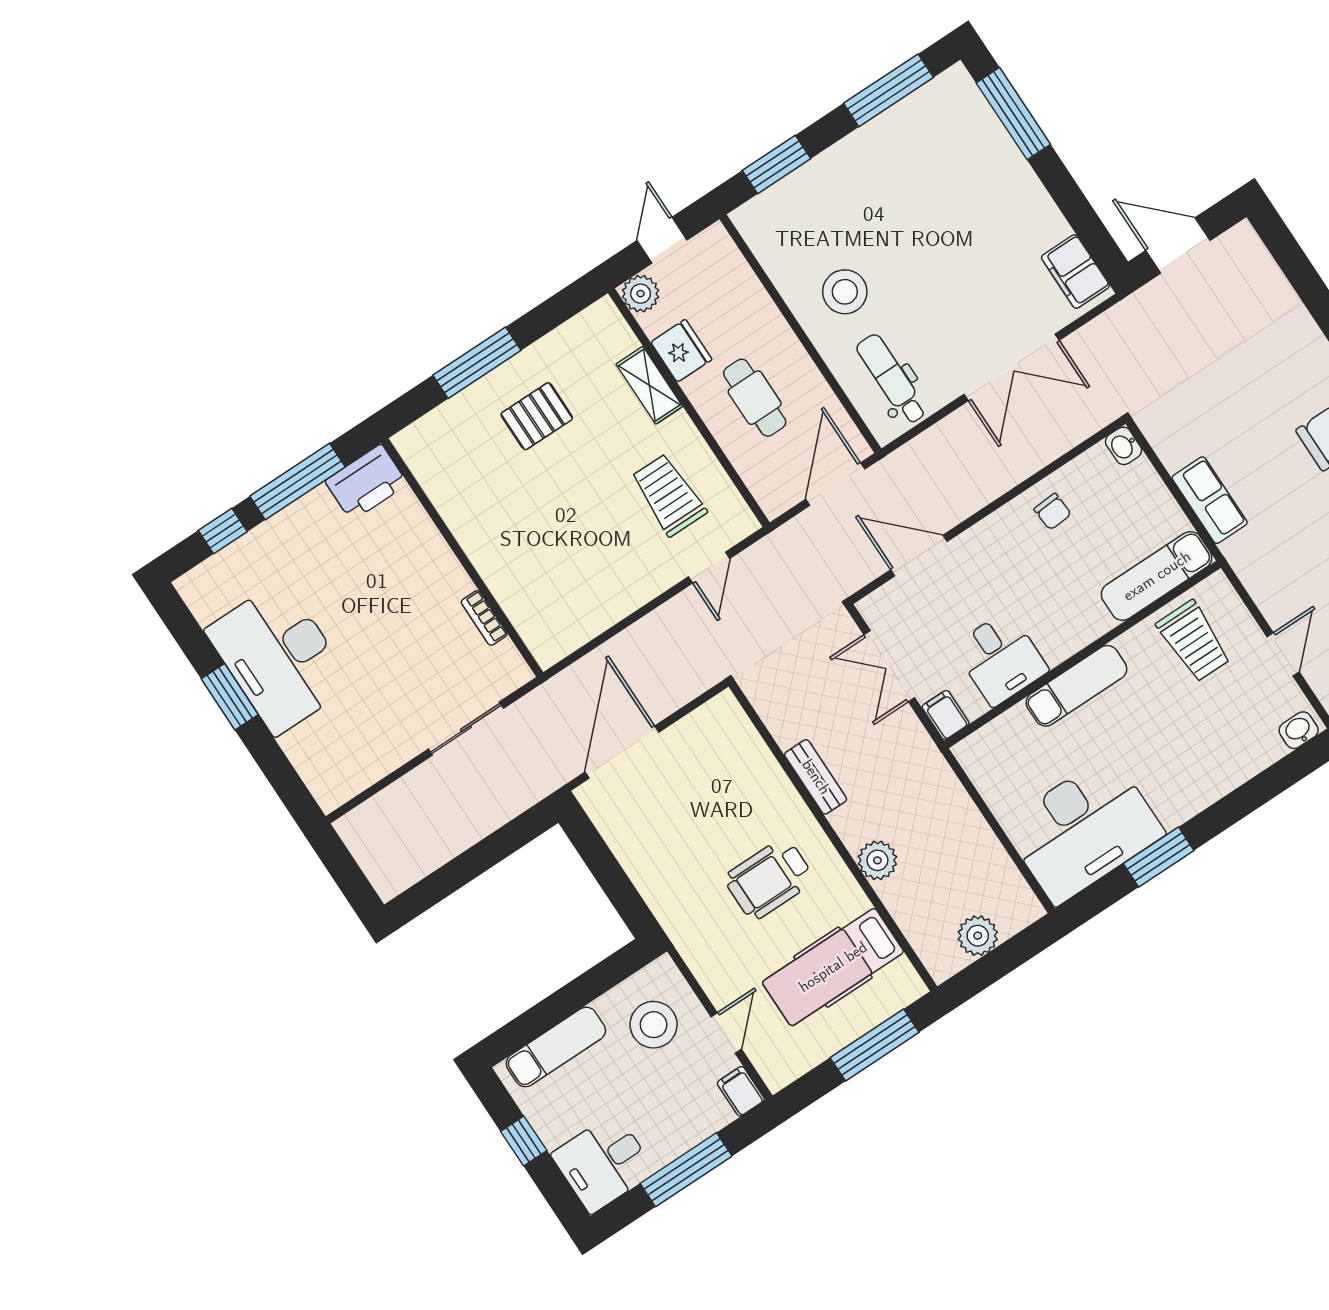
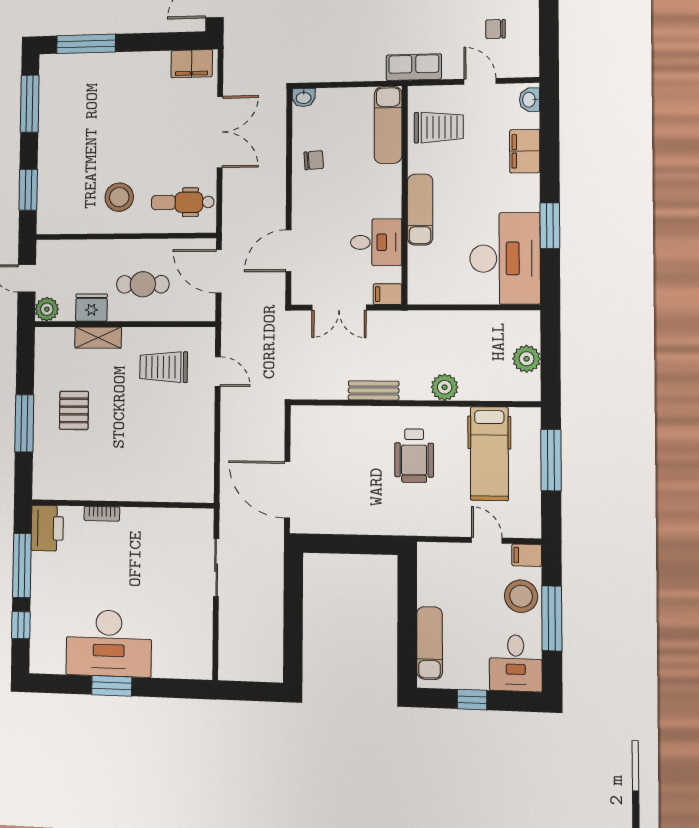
row of seats: (1210, 500) -> (414, 67), moved
bookcase: (484, 618) -> (102, 514), moved
filing cabinet: (1231, 766) -> (525, 151), added
stool: (654, 1025) -> (521, 596), moved

